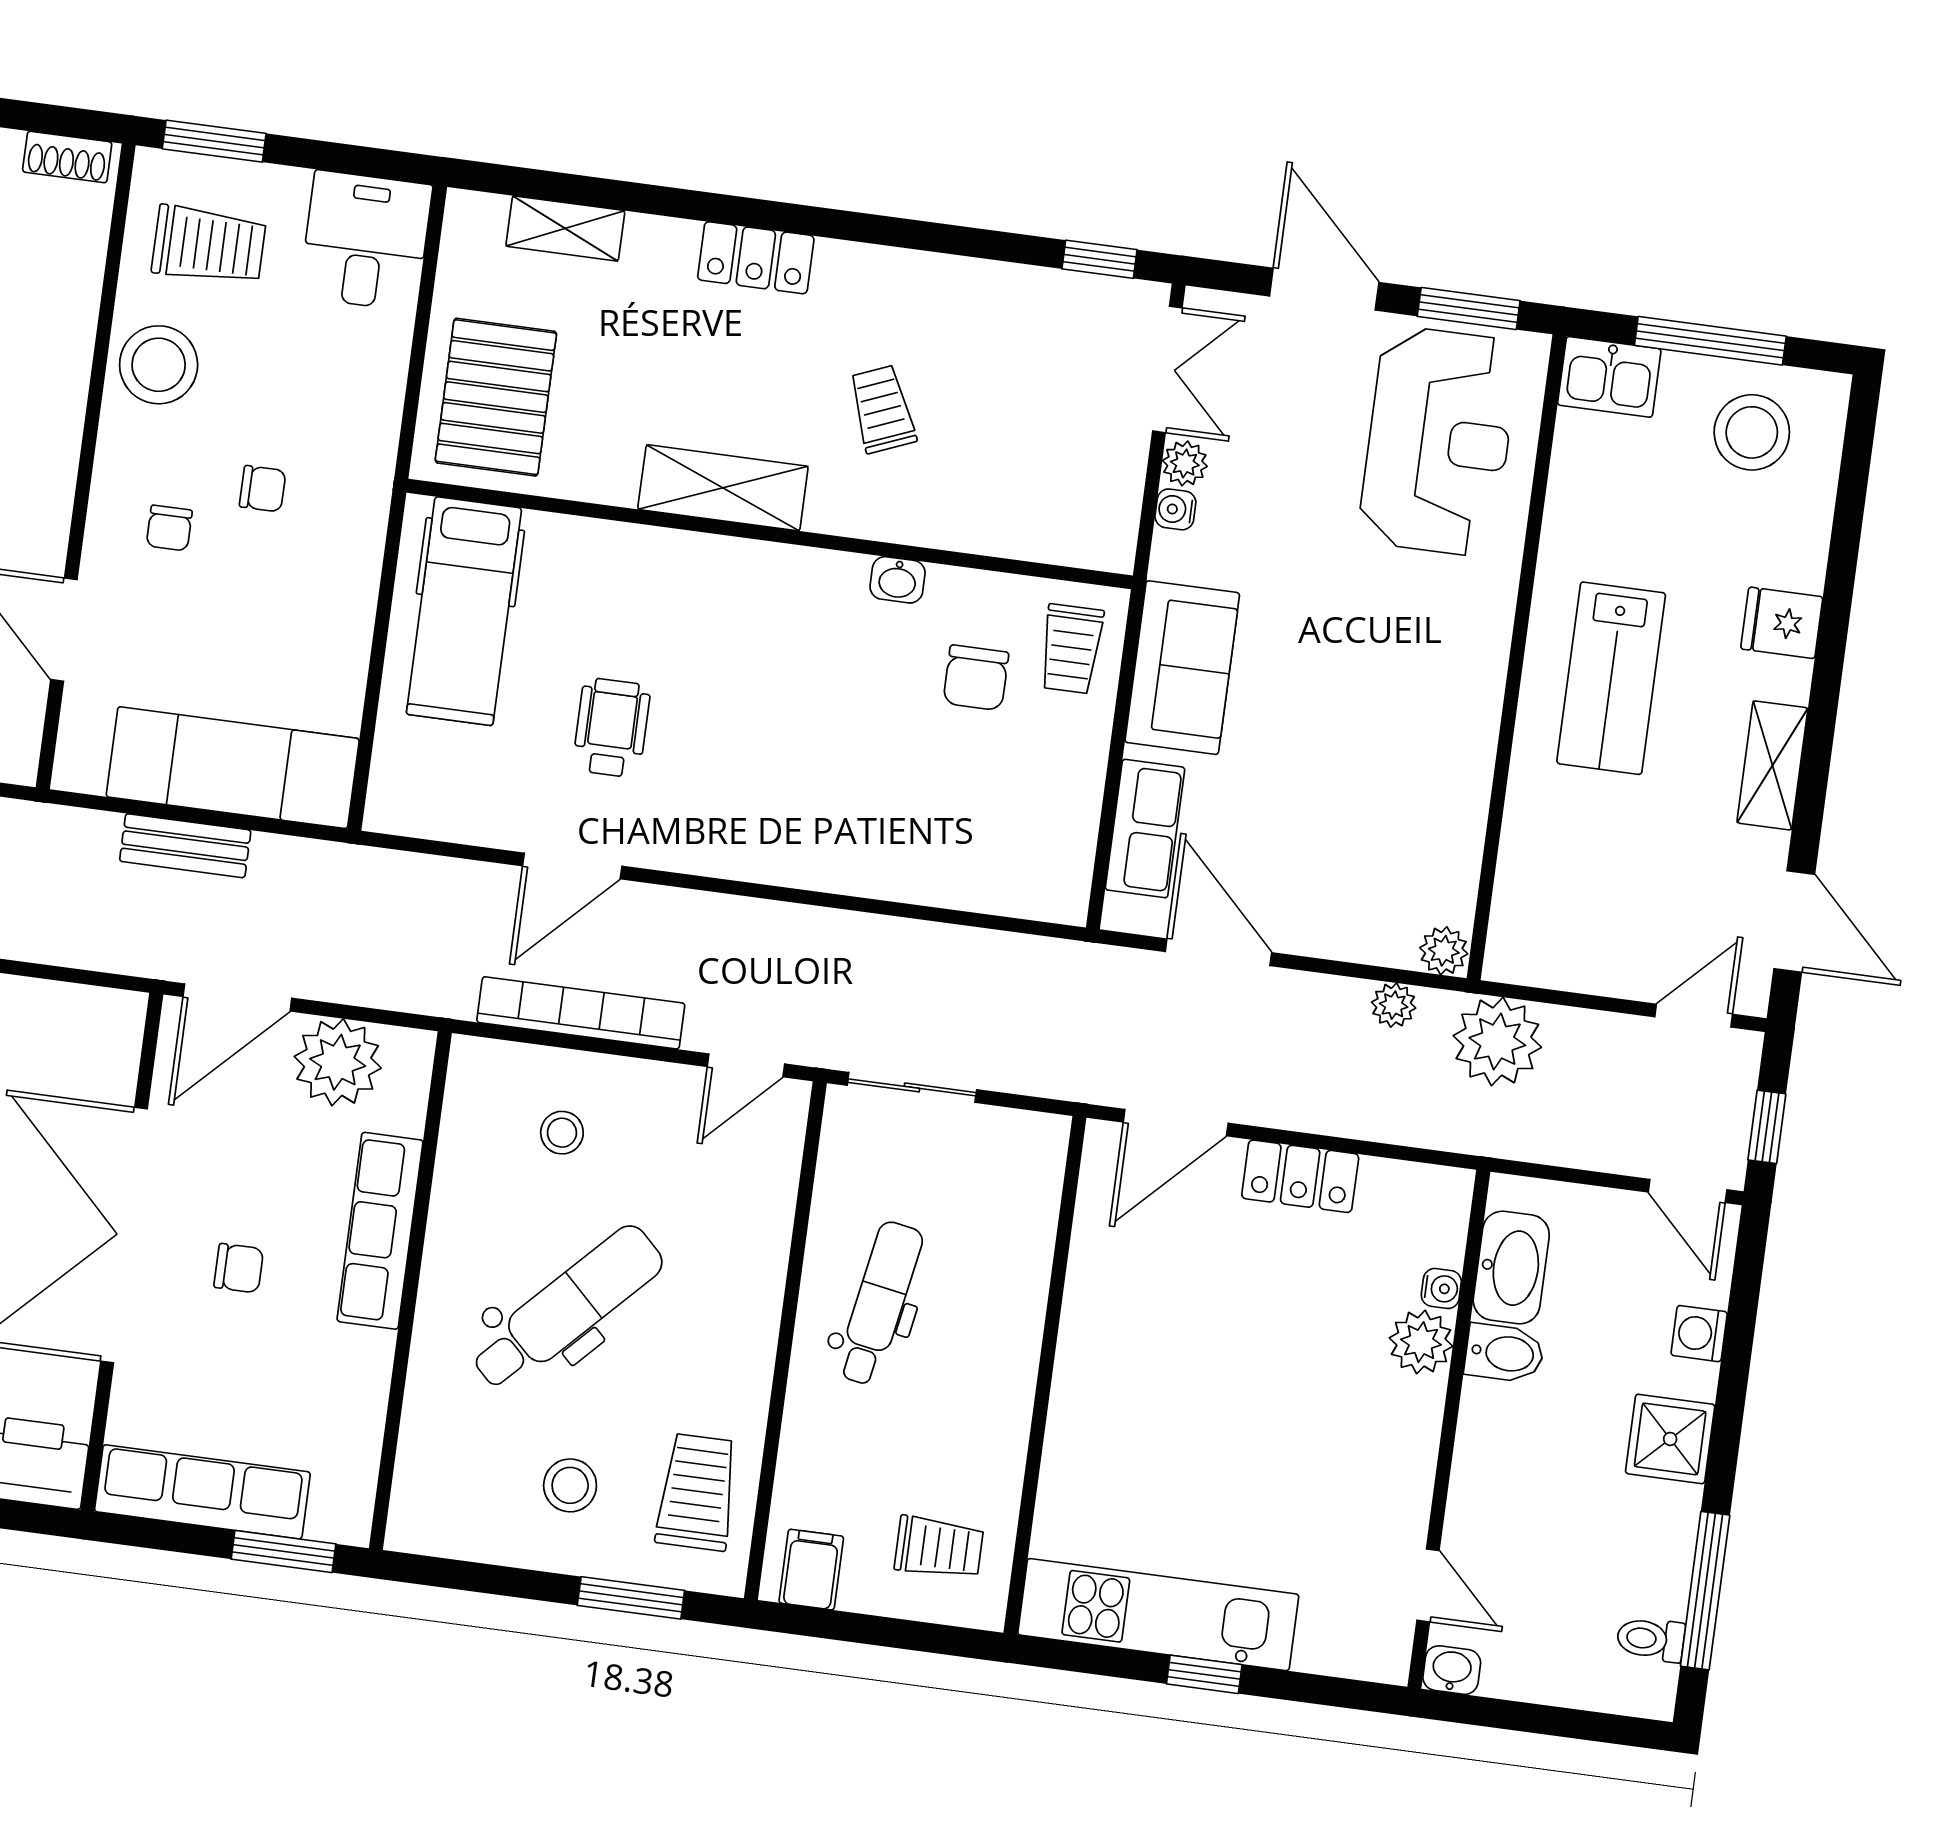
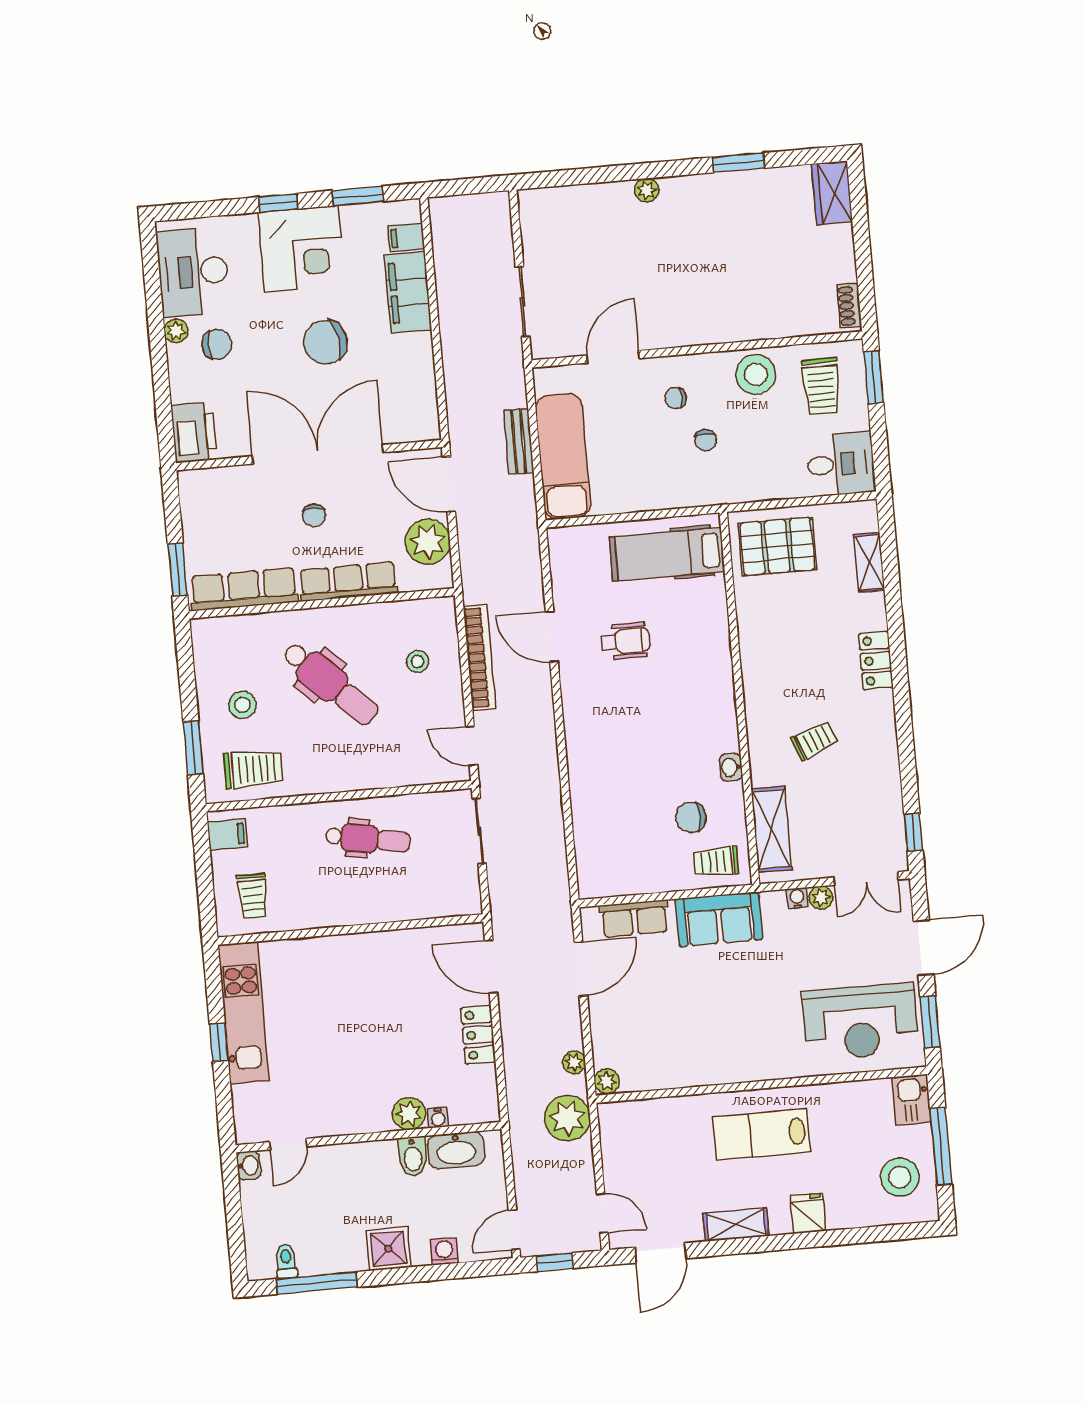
shelving: (723, 488) -> (771, 829), moved
row of seats: (202, 1492) -> (244, 589), moved, turned -90

